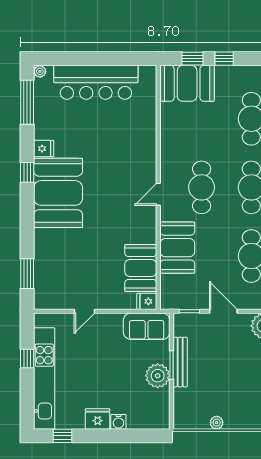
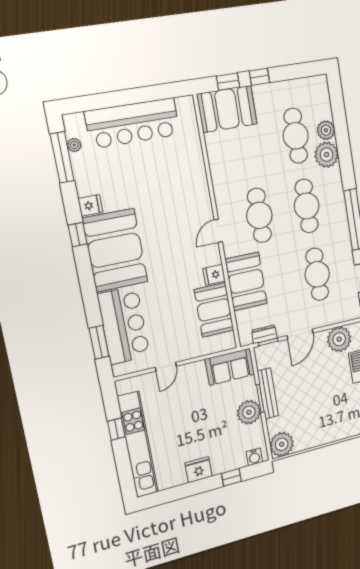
plant: (40, 71) -> (74, 145), moved
bar counter: (53, 263) -> (124, 325), added
fridge: (147, 301) -> (214, 275), moved
dresser: (187, 303) -> (264, 334), added
door: (223, 311) -> (300, 334), swing flipped
water cooler: (118, 422) -> (254, 457), moved
plant: (217, 423) -> (282, 444), moved, width x1.88, depth x1.88
window: (62, 436) -> (231, 477), moved

